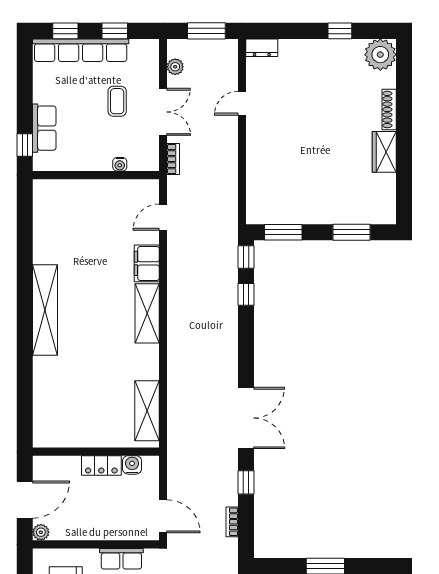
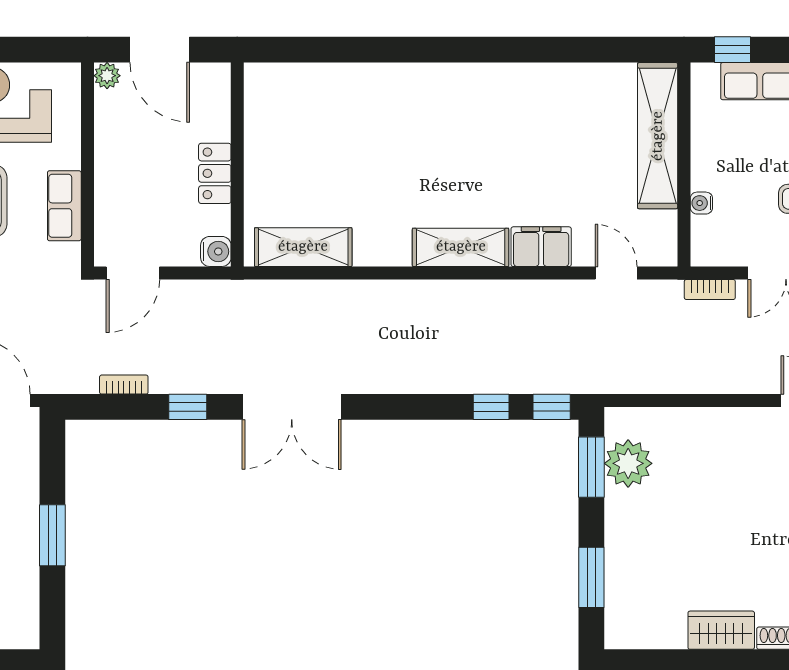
plant: (281, 210) -> (628, 463), added
shelving: (45, 310) -> (658, 136), moved, turned 90
water cooler: (132, 465) -> (216, 251), moved

